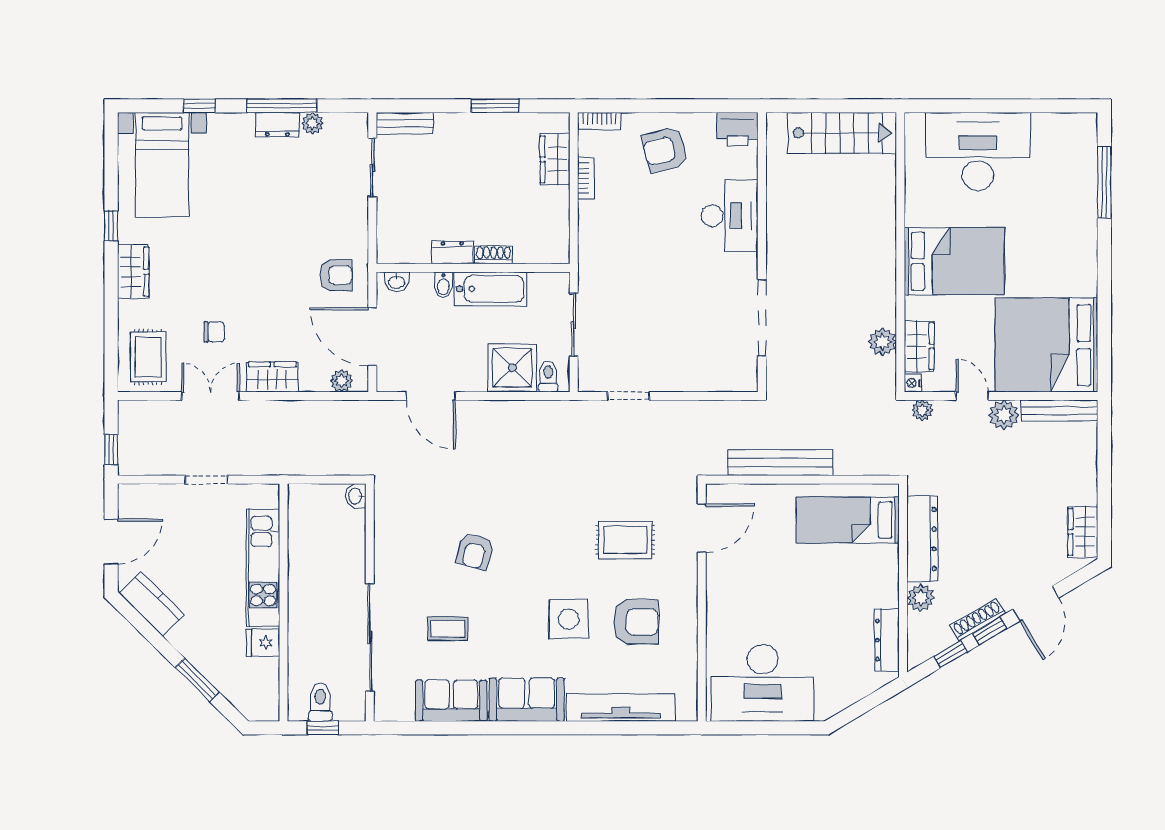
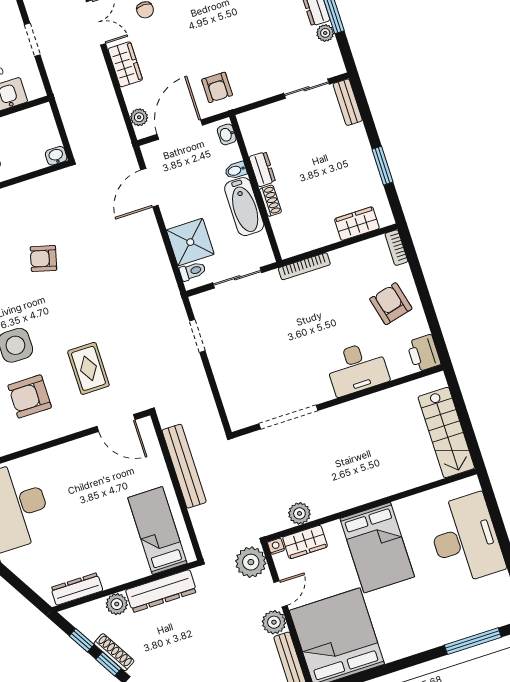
bookcase: (586, 178) -> (304, 266), moved, width x1.56
plant: (922, 410) -> (251, 562), width x1.88, depth x1.88
armchair: (636, 622) -> (30, 396), turned 90

